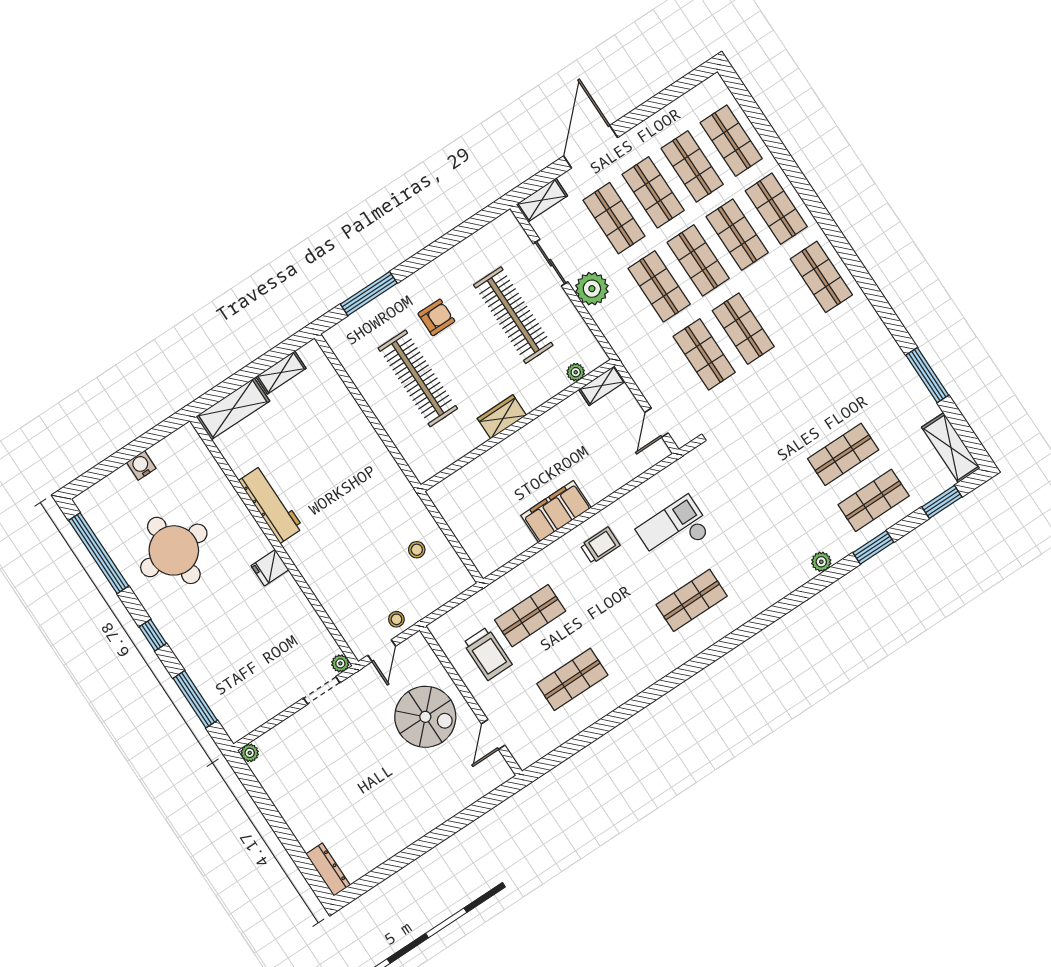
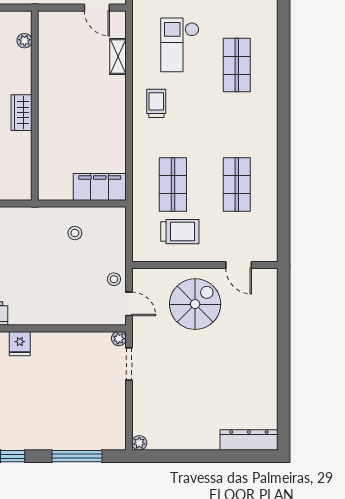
shelving: (602, 386) -> (118, 57), moved
filing cabinet: (556, 511) -> (100, 187), moved, turned 90
dresser: (328, 870) -> (249, 440), width x1.37, depth x1.24

